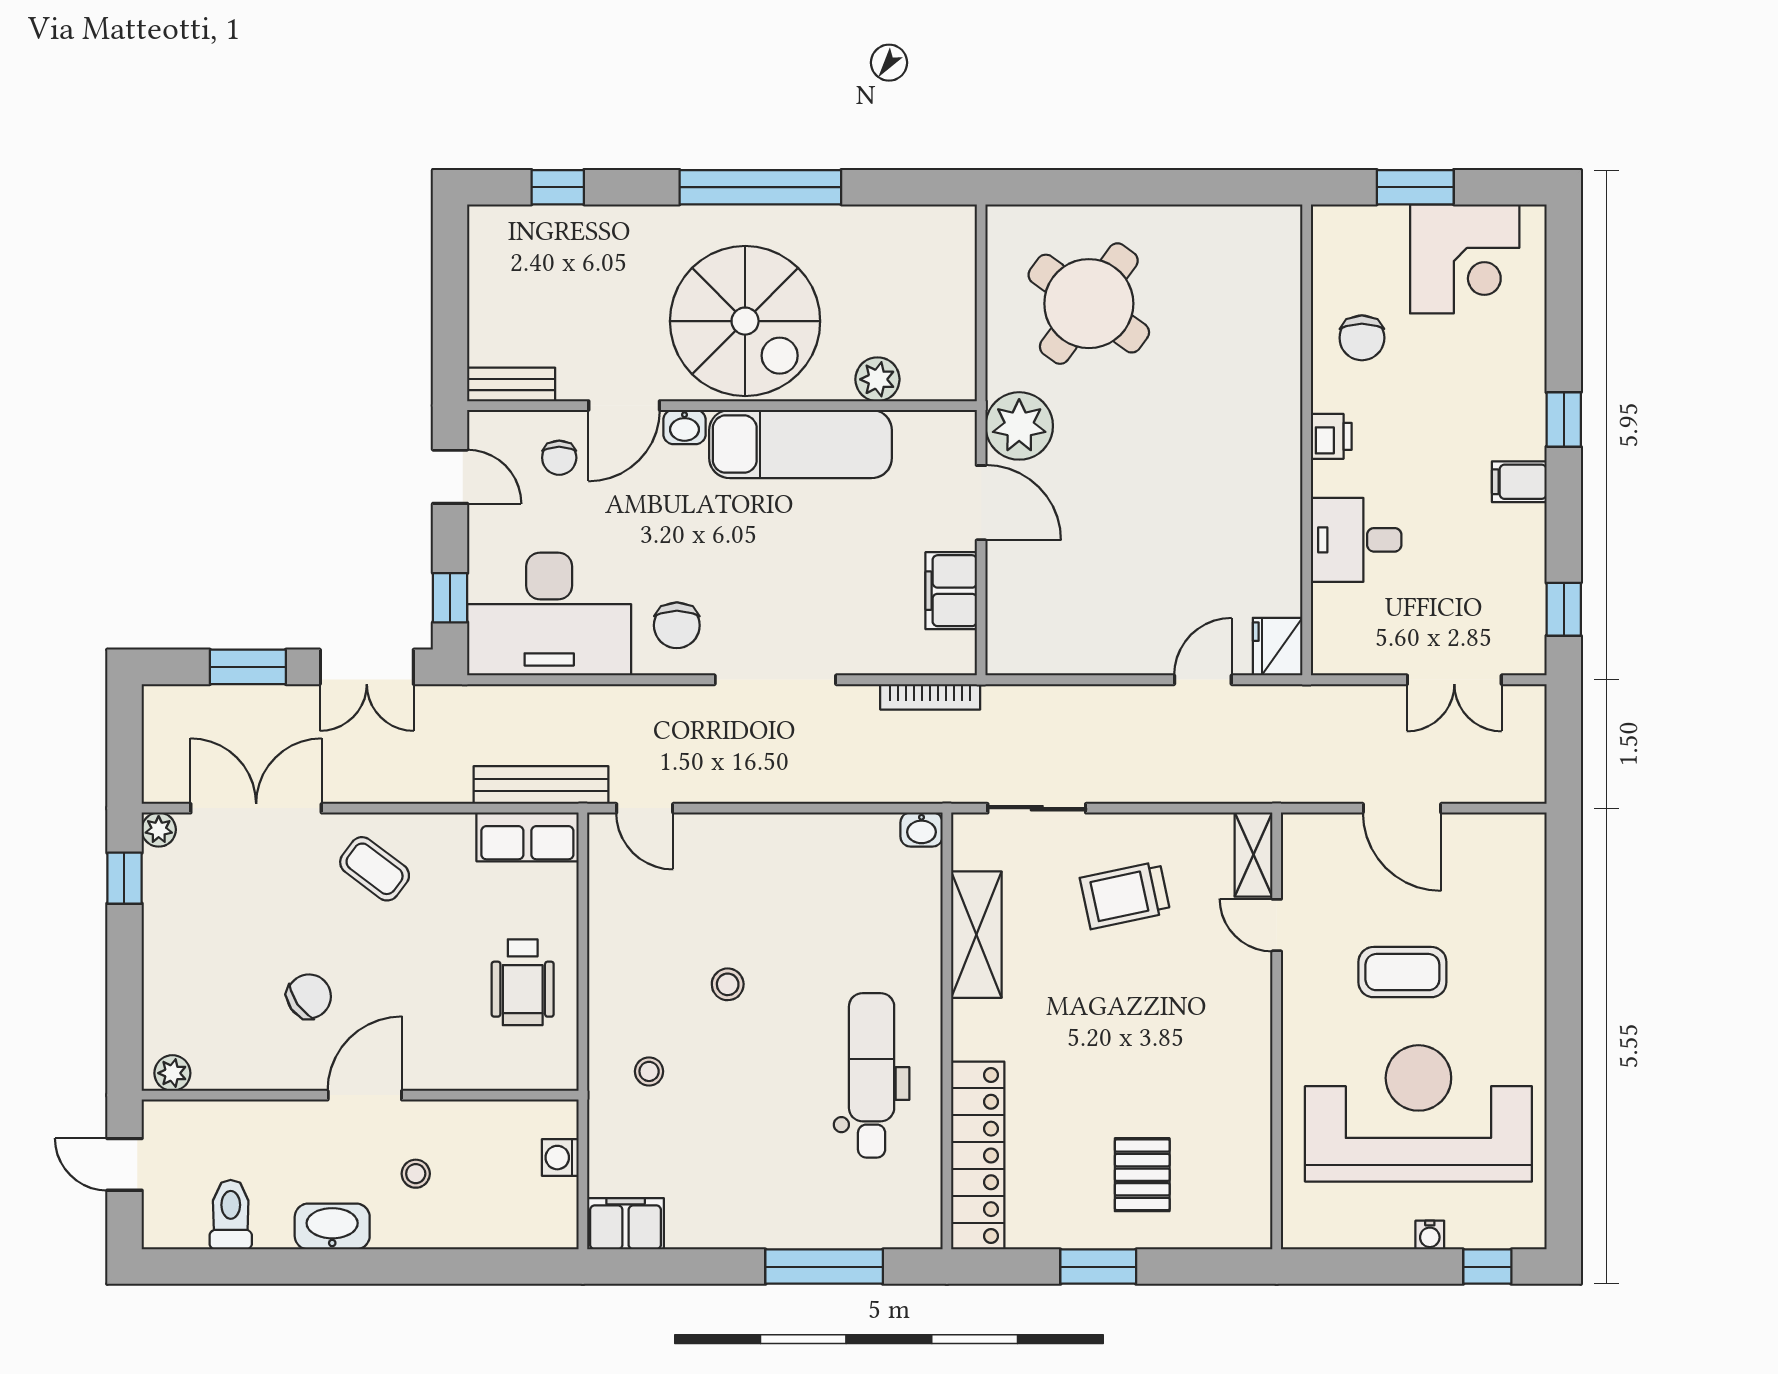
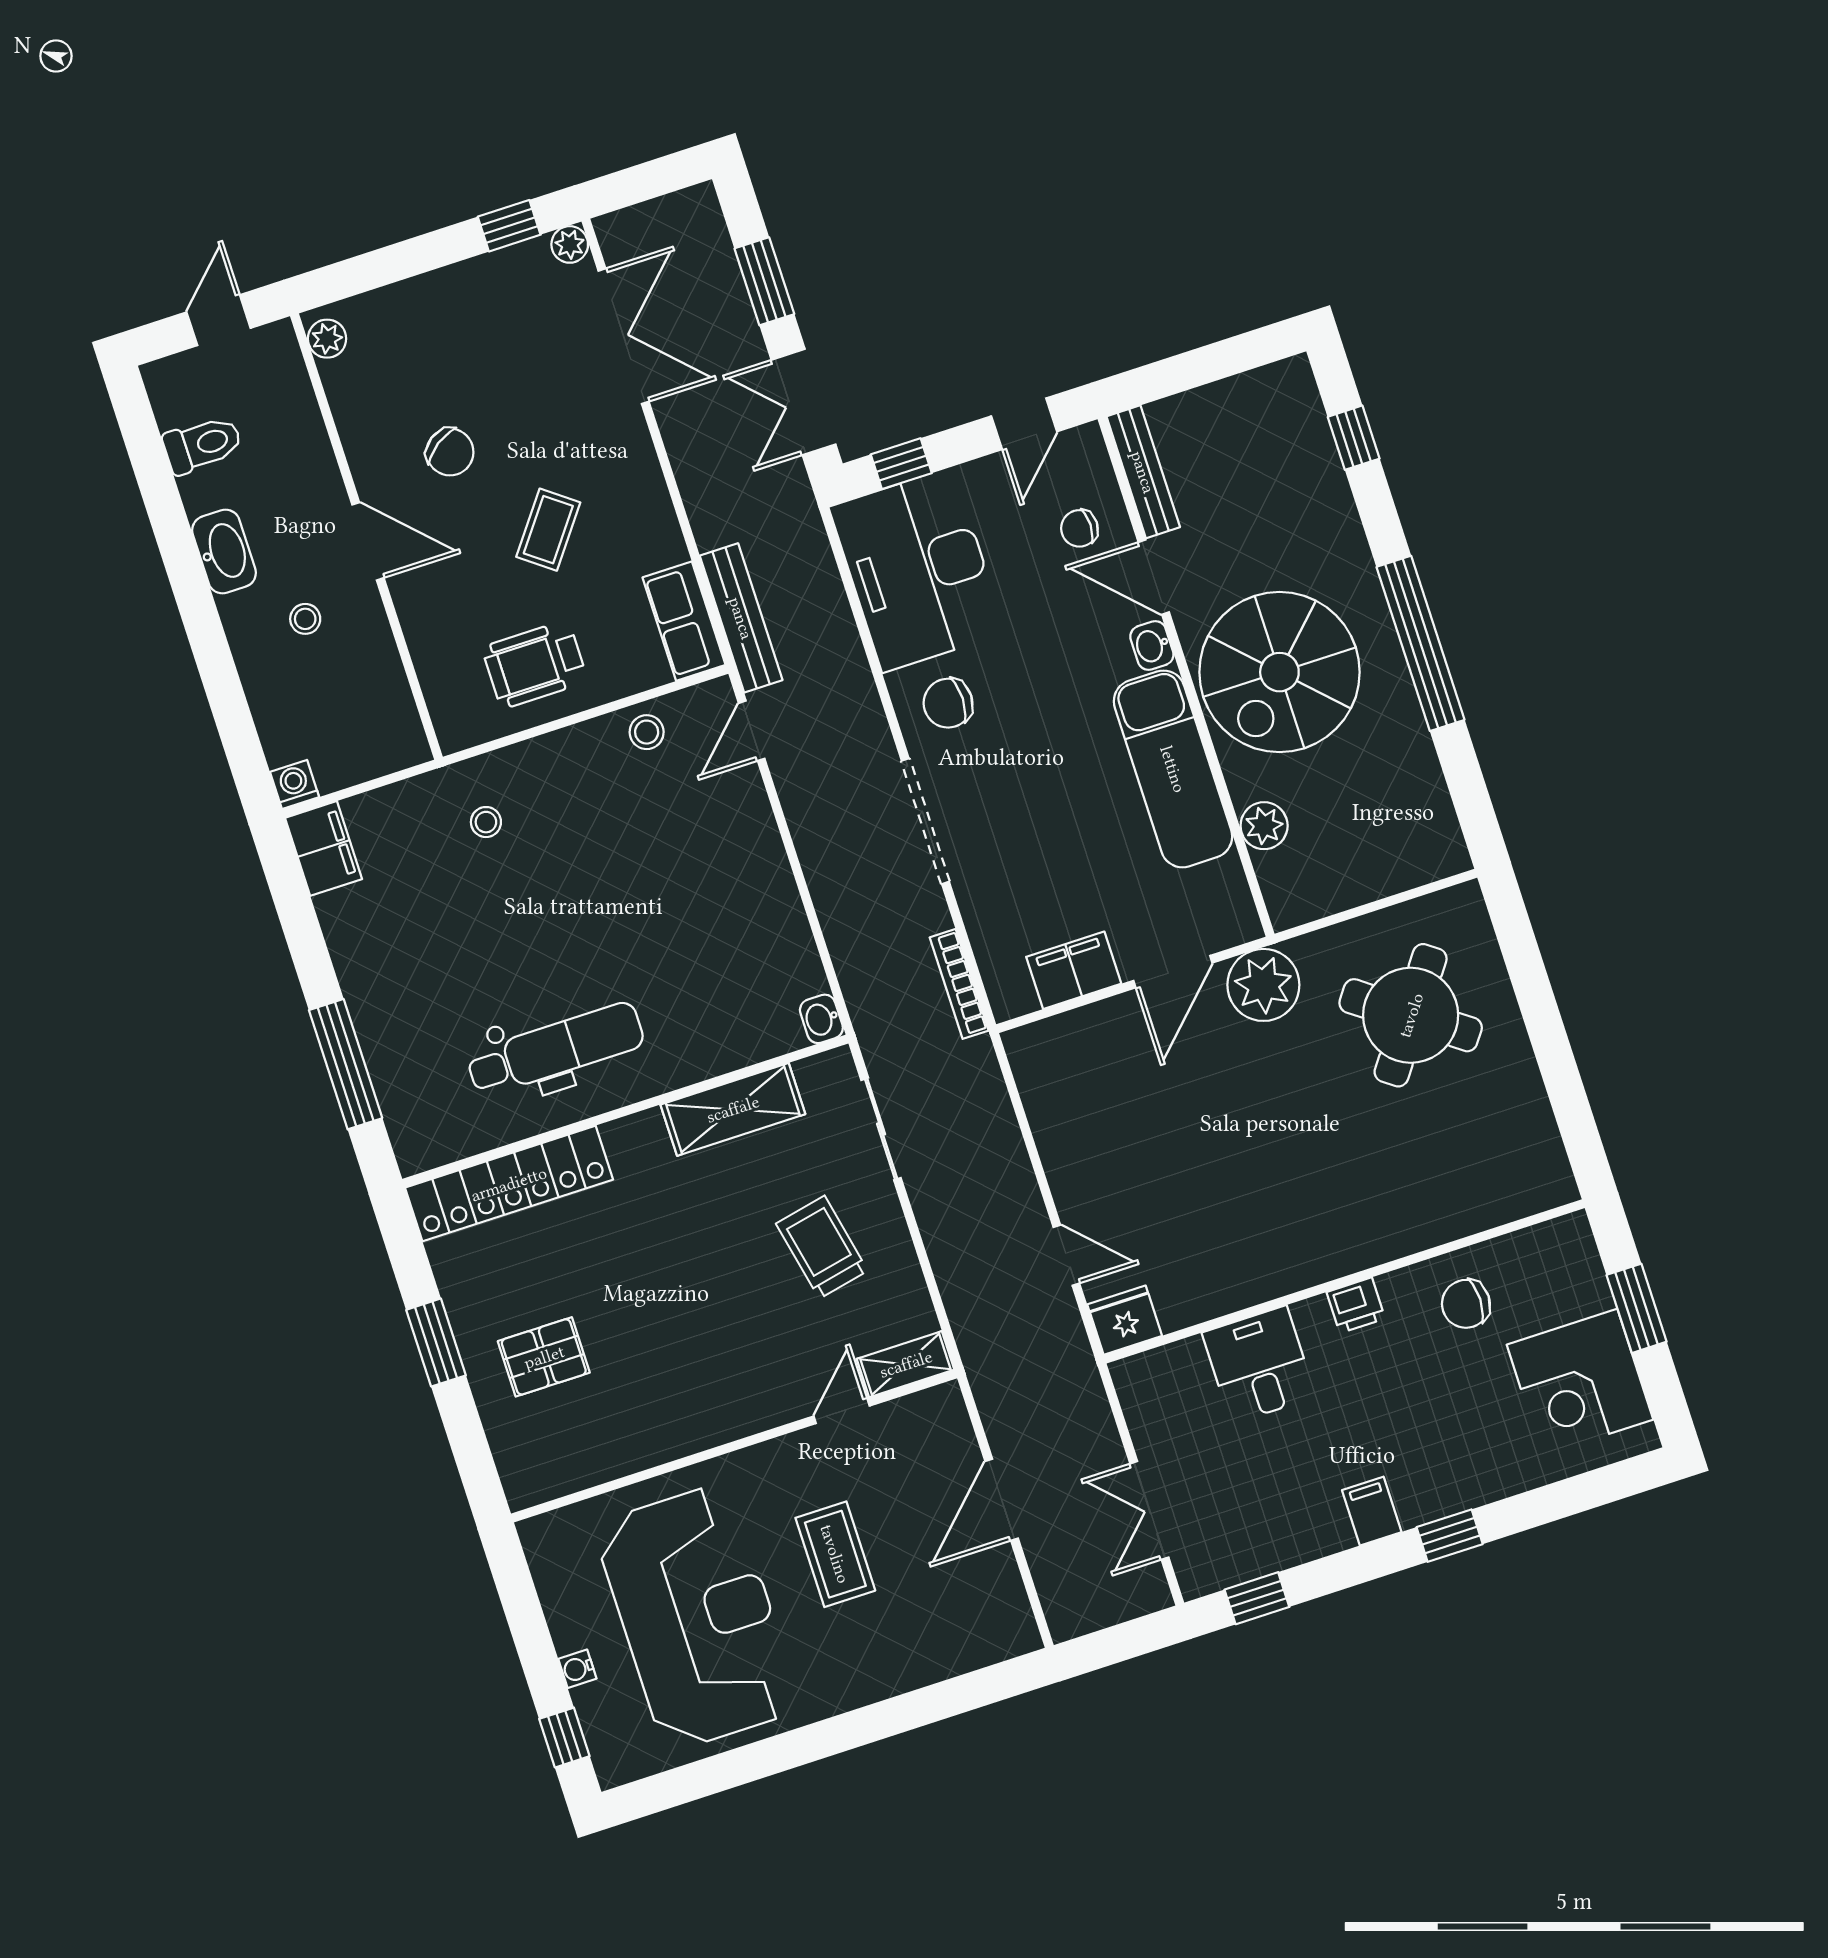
bench: (511, 384) -> (1143, 472), width x1.36
coffee table: (375, 869) -> (548, 530), moved
stool: (728, 984) -> (647, 732), moved
washing machine: (560, 1158) -> (295, 785), moved

